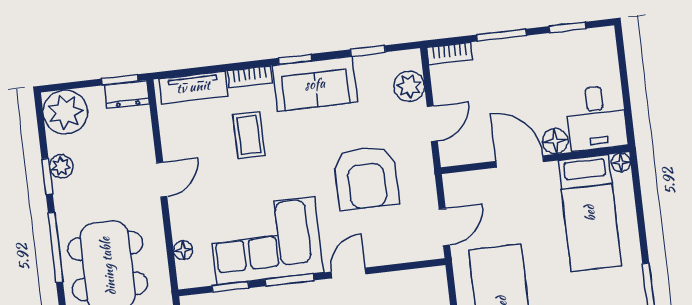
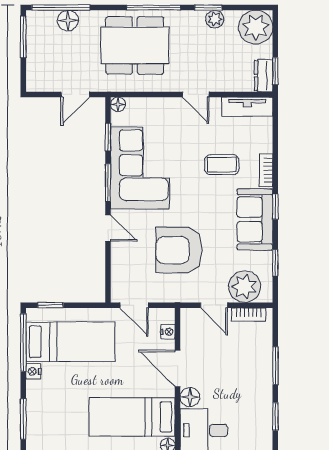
bookcase: (450, 53) -> (249, 315), moved, turned -90
plant: (409, 86) -> (245, 287), width x1.36, depth x1.36
tv unit: (193, 87) -> (247, 107), moved, turned -90
door: (520, 161) -> (178, 368), swing flipped
nightstand: (474, 179) -> (168, 332), added
floor lamp: (183, 250) -> (118, 104), moved

